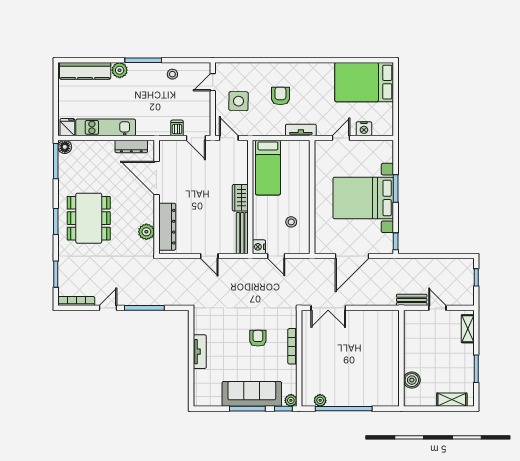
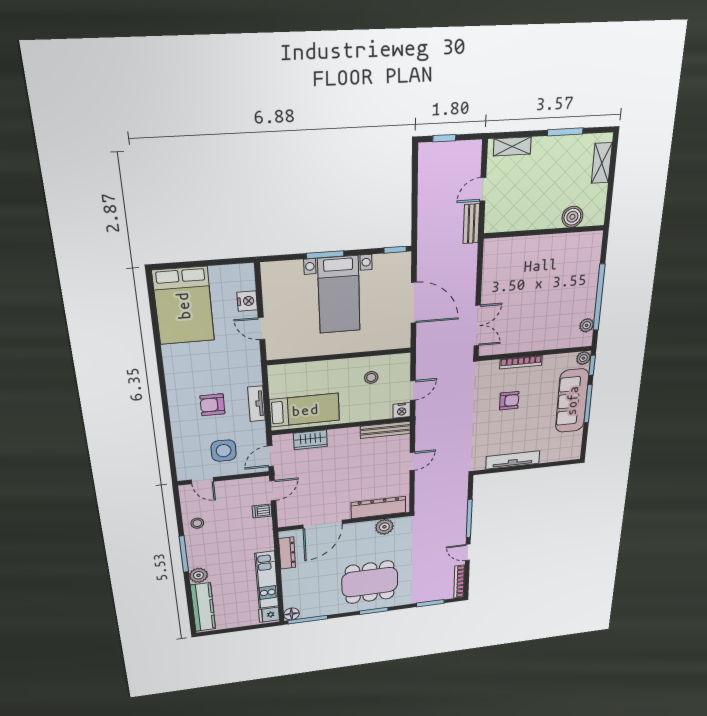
tv unit: (301, 130) -> (256, 404), moved
wardrobe: (240, 198) -> (310, 440), moved
bed with nightstands: (363, 198) -> (339, 295), width x0.73
armchair: (258, 338) -> (509, 401), turned 180
tv unit: (200, 352) -> (513, 460), width x1.41

